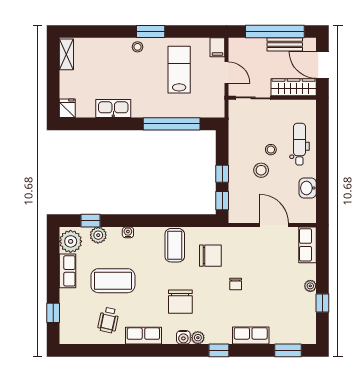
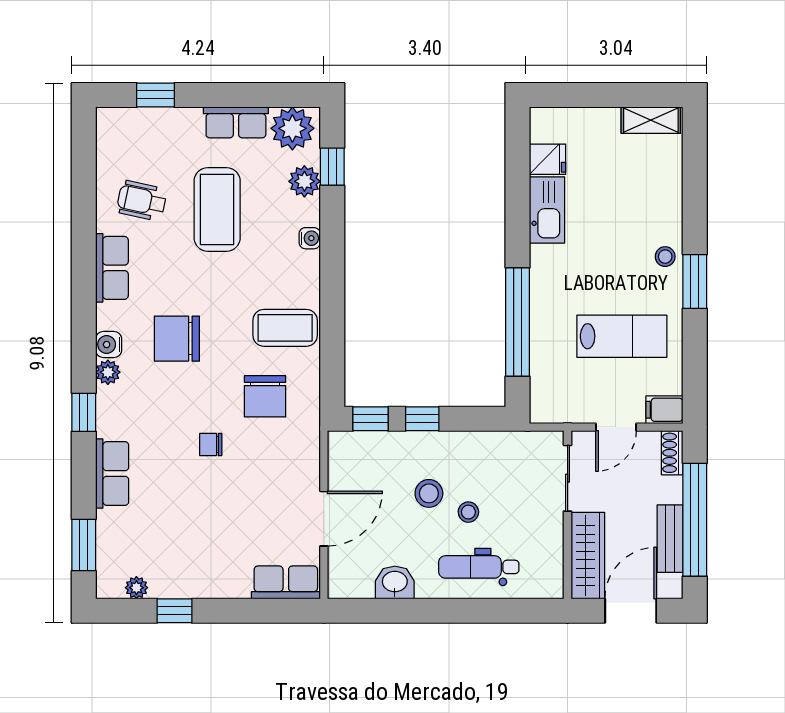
shoe rack: (240, 43) -> (672, 453), added
fridge: (67, 108) -> (548, 159), moved
dental chair: (299, 144) -> (479, 567), turned 180
plant: (310, 286) -> (136, 588), moved

